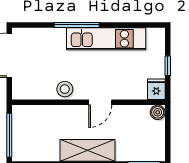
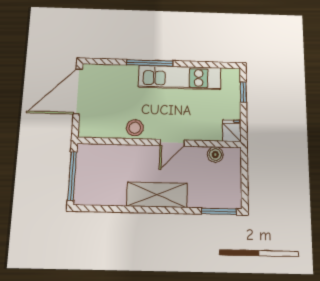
window: (168, 66) -> (243, 92), moved
boiler: (158, 112) -> (215, 155), moved

